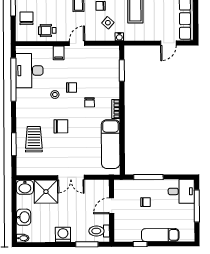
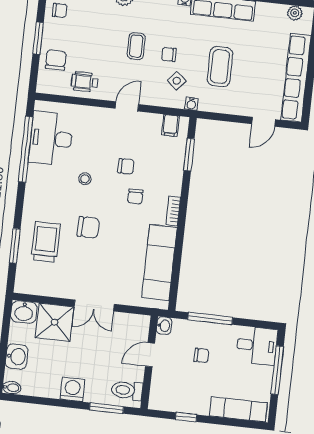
filing cabinet: (59, 53) -> (170, 125), moved
chair: (71, 88) -> (126, 166), moved
washbasin: (119, 185) -> (164, 326), added
exam couch: (160, 235) -> (238, 409), moved

